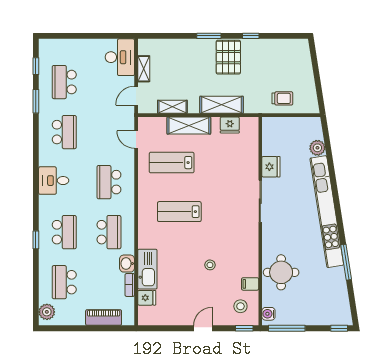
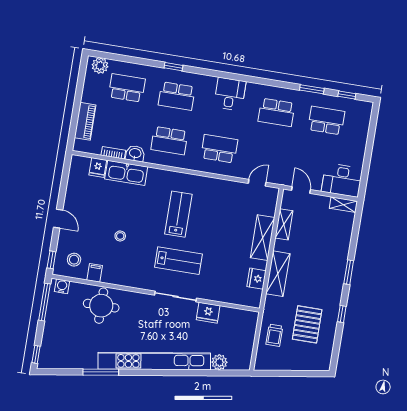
pallet: (228, 57) -> (307, 324), moved, turned 90
shelving: (144, 69) -> (343, 205), moved
lab bench: (172, 163) -> (178, 261), moved, turned 90

